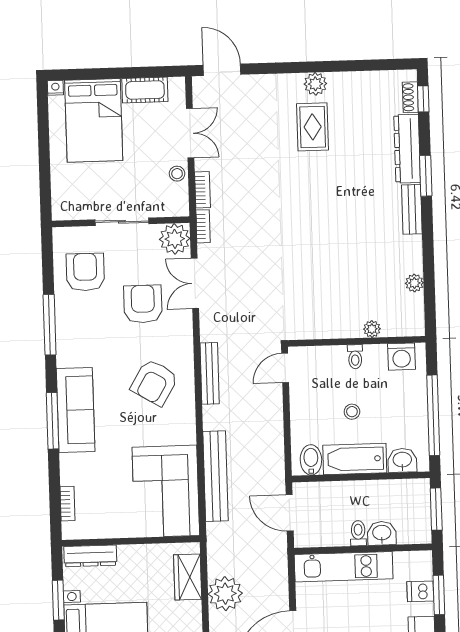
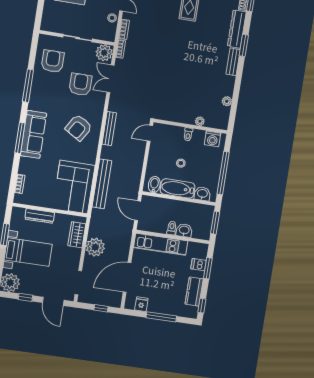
dresser: (90, 556) -> (40, 216), moved

